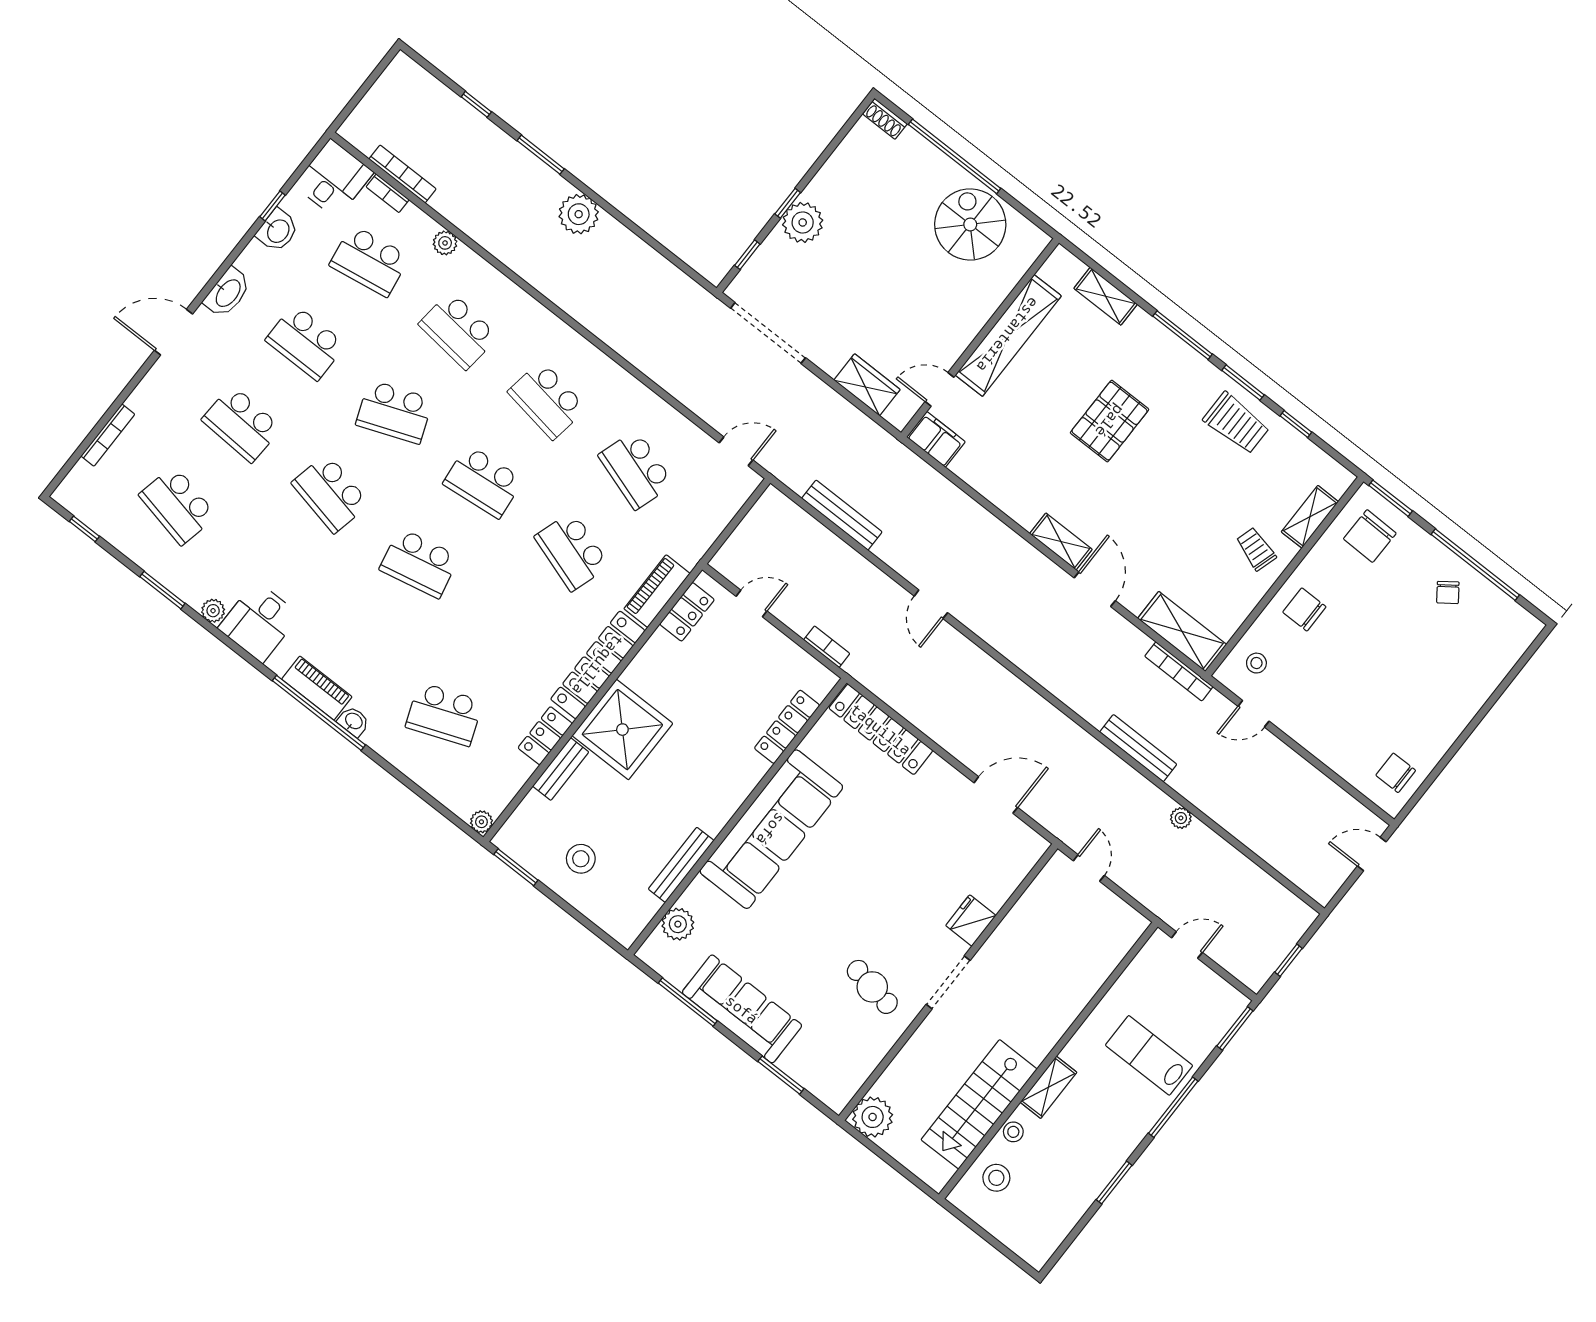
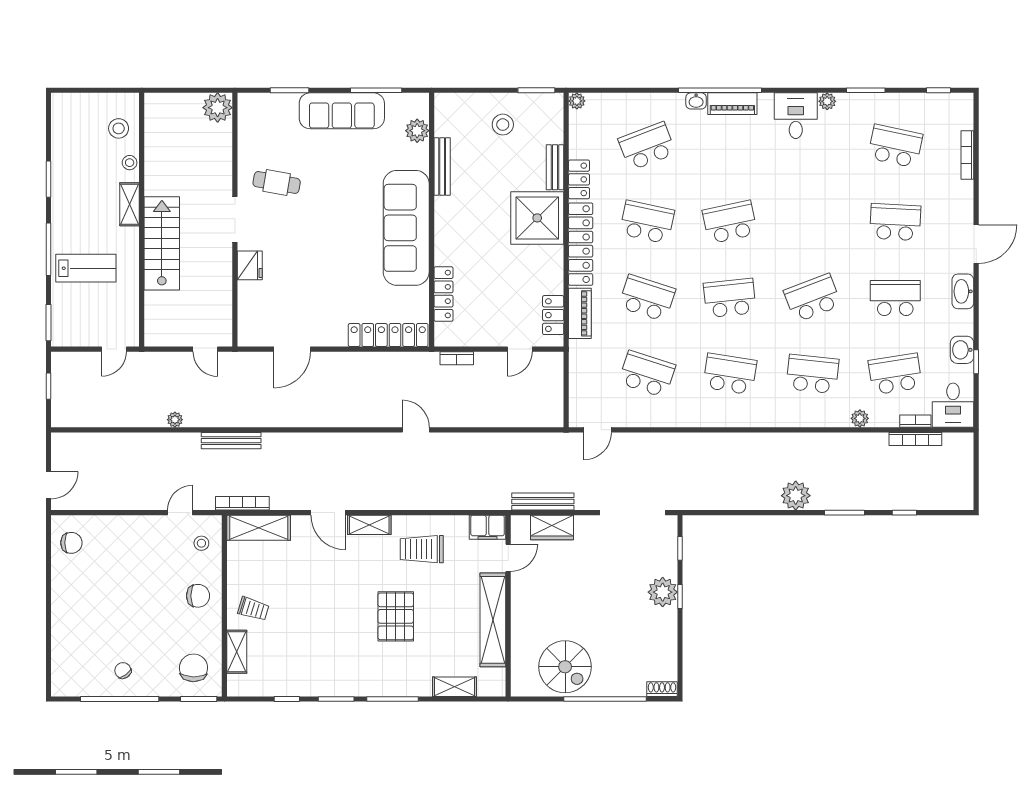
trolley: (1236, 423) -> (422, 549), moved
school desk: (330, 493) -> (647, 222), moved
bench: (842, 515) -> (543, 501), moved
stairs: (979, 1104) -> (162, 243), moved

